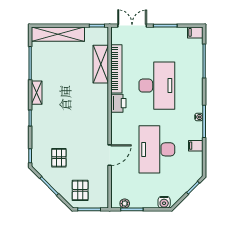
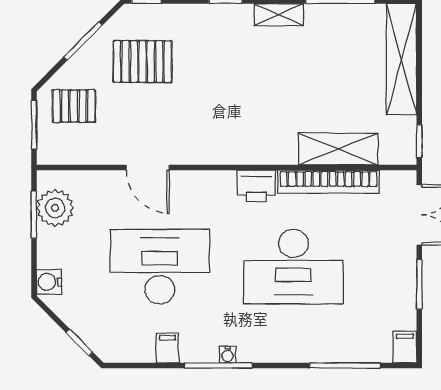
pallet: (59, 158) -> (142, 62), width x1.50, depth x1.42
plant: (125, 204) -> (55, 208), width x1.88, depth x1.88

